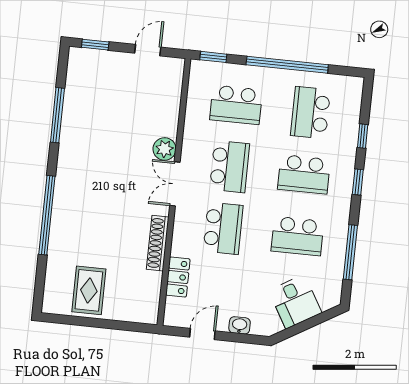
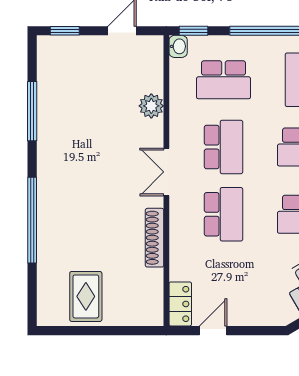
plant: (164, 149) -> (151, 106), moved
locker: (178, 277) -> (180, 304), moved
washbasin: (240, 325) -> (178, 46), moved, turned 90

